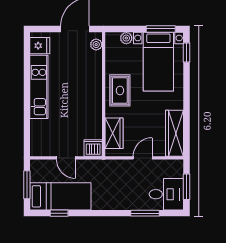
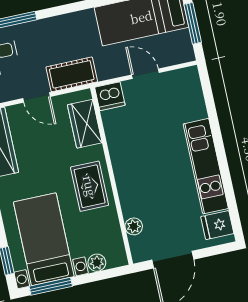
plant: (96, 45) -> (134, 226), moved
door: (143, 158) -> (36, 98), hinge flipped
cot: (116, 168) -> (72, 74), added

